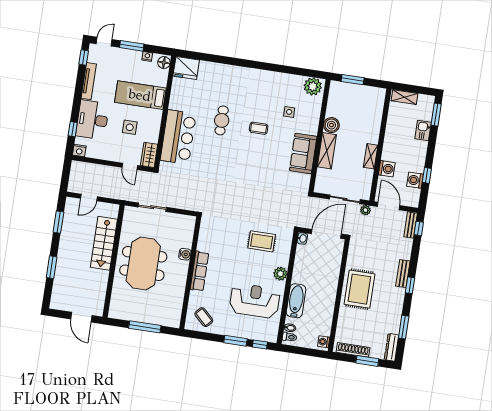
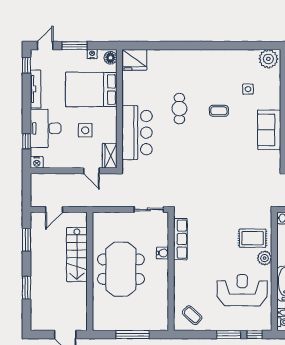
bed: (140, 95) -> (91, 89), width x1.50
sliding door: (152, 207) -> (149, 209), moved
rug: (262, 241) -> (253, 238), moved
row of seats: (199, 271) -> (180, 239), moved

